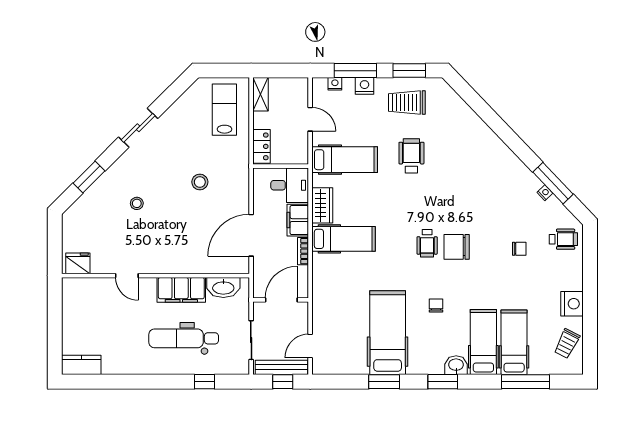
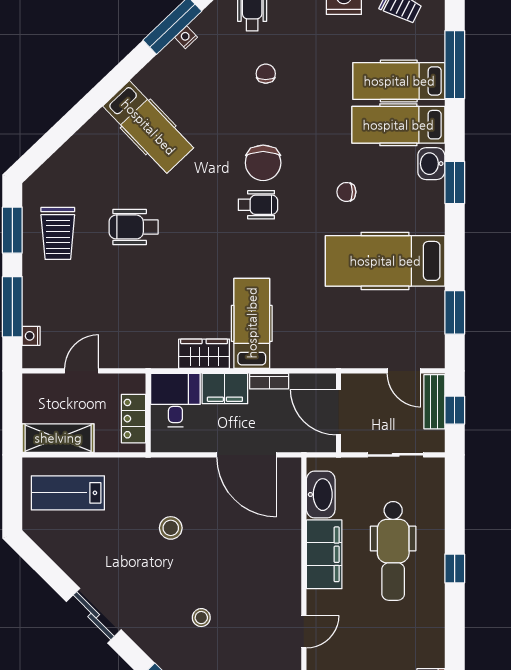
nightstand: (365, 86) -> (34, 294), removed
shelving: (260, 94) -> (58, 438), width x1.50, depth x1.33
locker: (261, 146) -> (134, 419), moved, turned -90
hospital bed: (345, 160) -> (148, 127), moved, turned 136
bench: (282, 367) -> (434, 402), width x0.73
window: (205, 382) -> (455, 568), moved
window: (384, 382) -> (455, 312), moved

